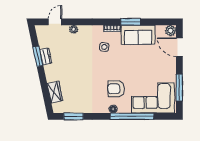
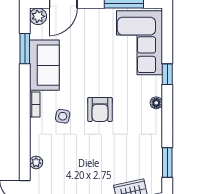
window: (131, 22) -> (25, 49), moved
armchair: (116, 89) -> (100, 109), moved
window: (132, 116) -> (167, 74), width x0.32

